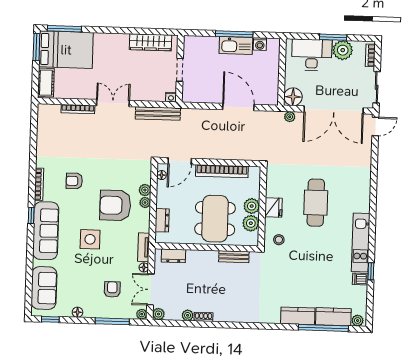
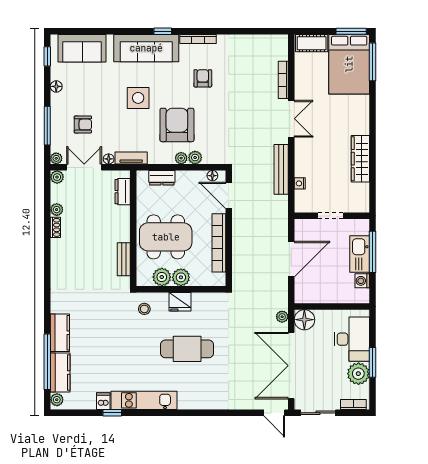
wall: (180, 69) -> (332, 216), moved
doorway: (180, 70) -> (331, 216), moved

